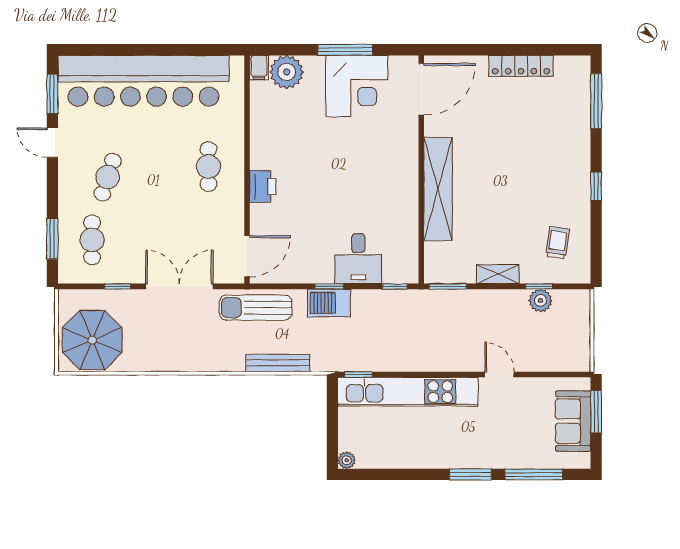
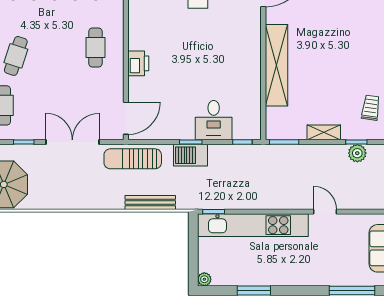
window: (470, 474) -> (254, 290), moved

